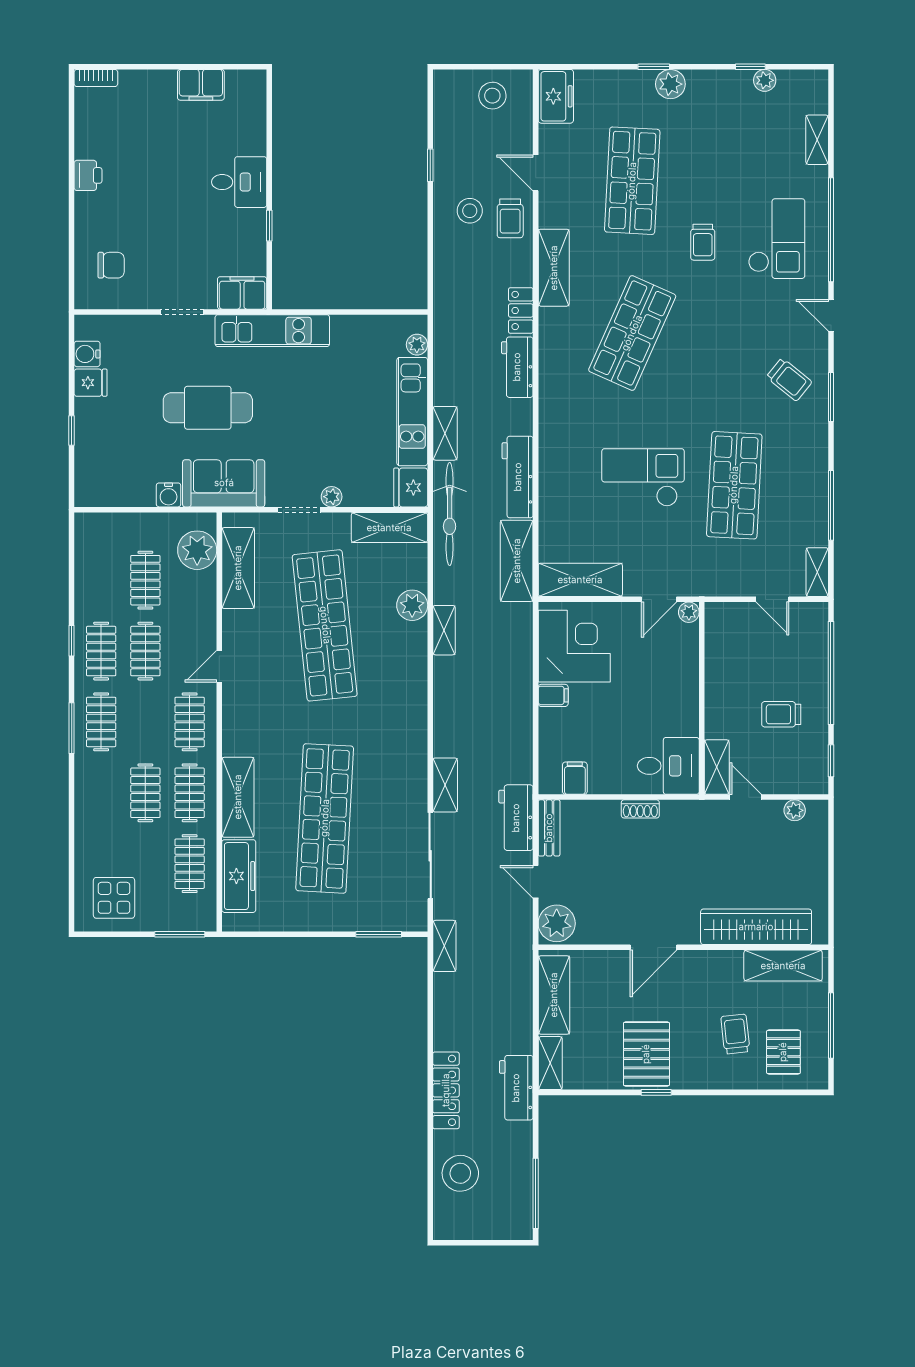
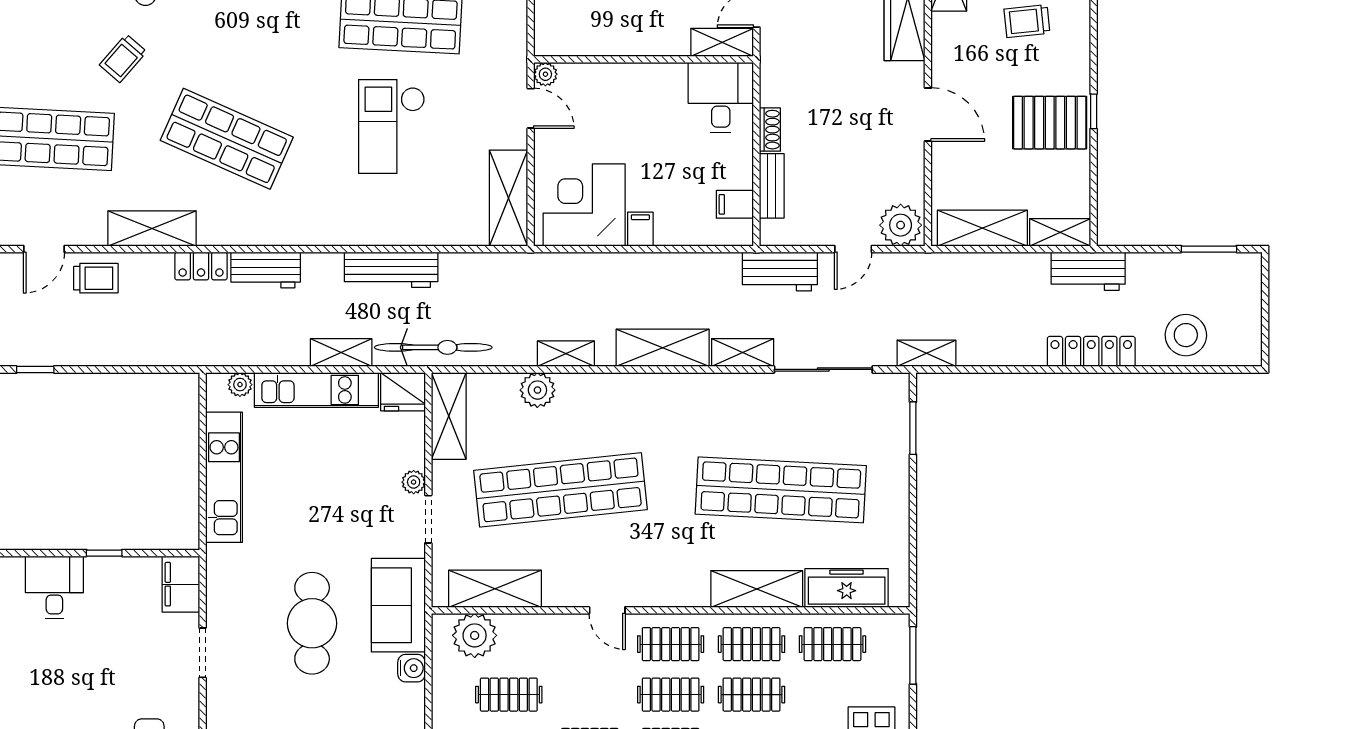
stool: (470, 211) -> (87, 324), removed
trolley: (703, 242) -> (123, 58), turned 131
kitchen unit: (272, 331) -> (224, 477), moved
shelving: (517, 561) -> (663, 348), moved
clothes rail: (145, 651) -> (671, 695), moved
bench: (549, 828) -> (772, 186), moved, turned 90
window: (536, 1193) -> (1209, 249), width x0.69

